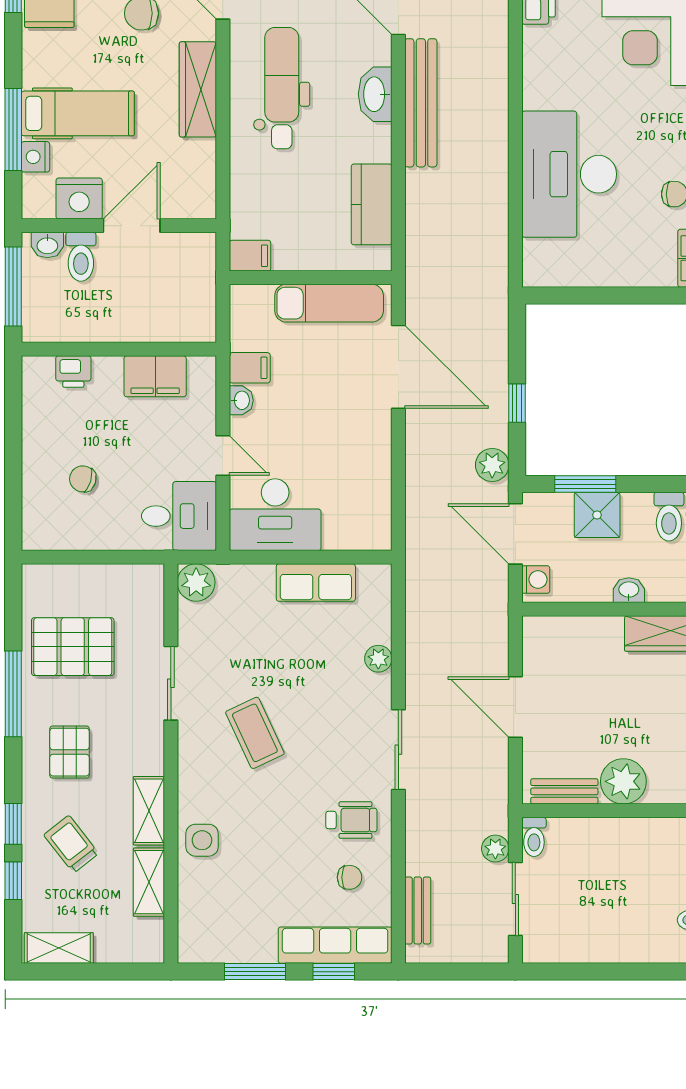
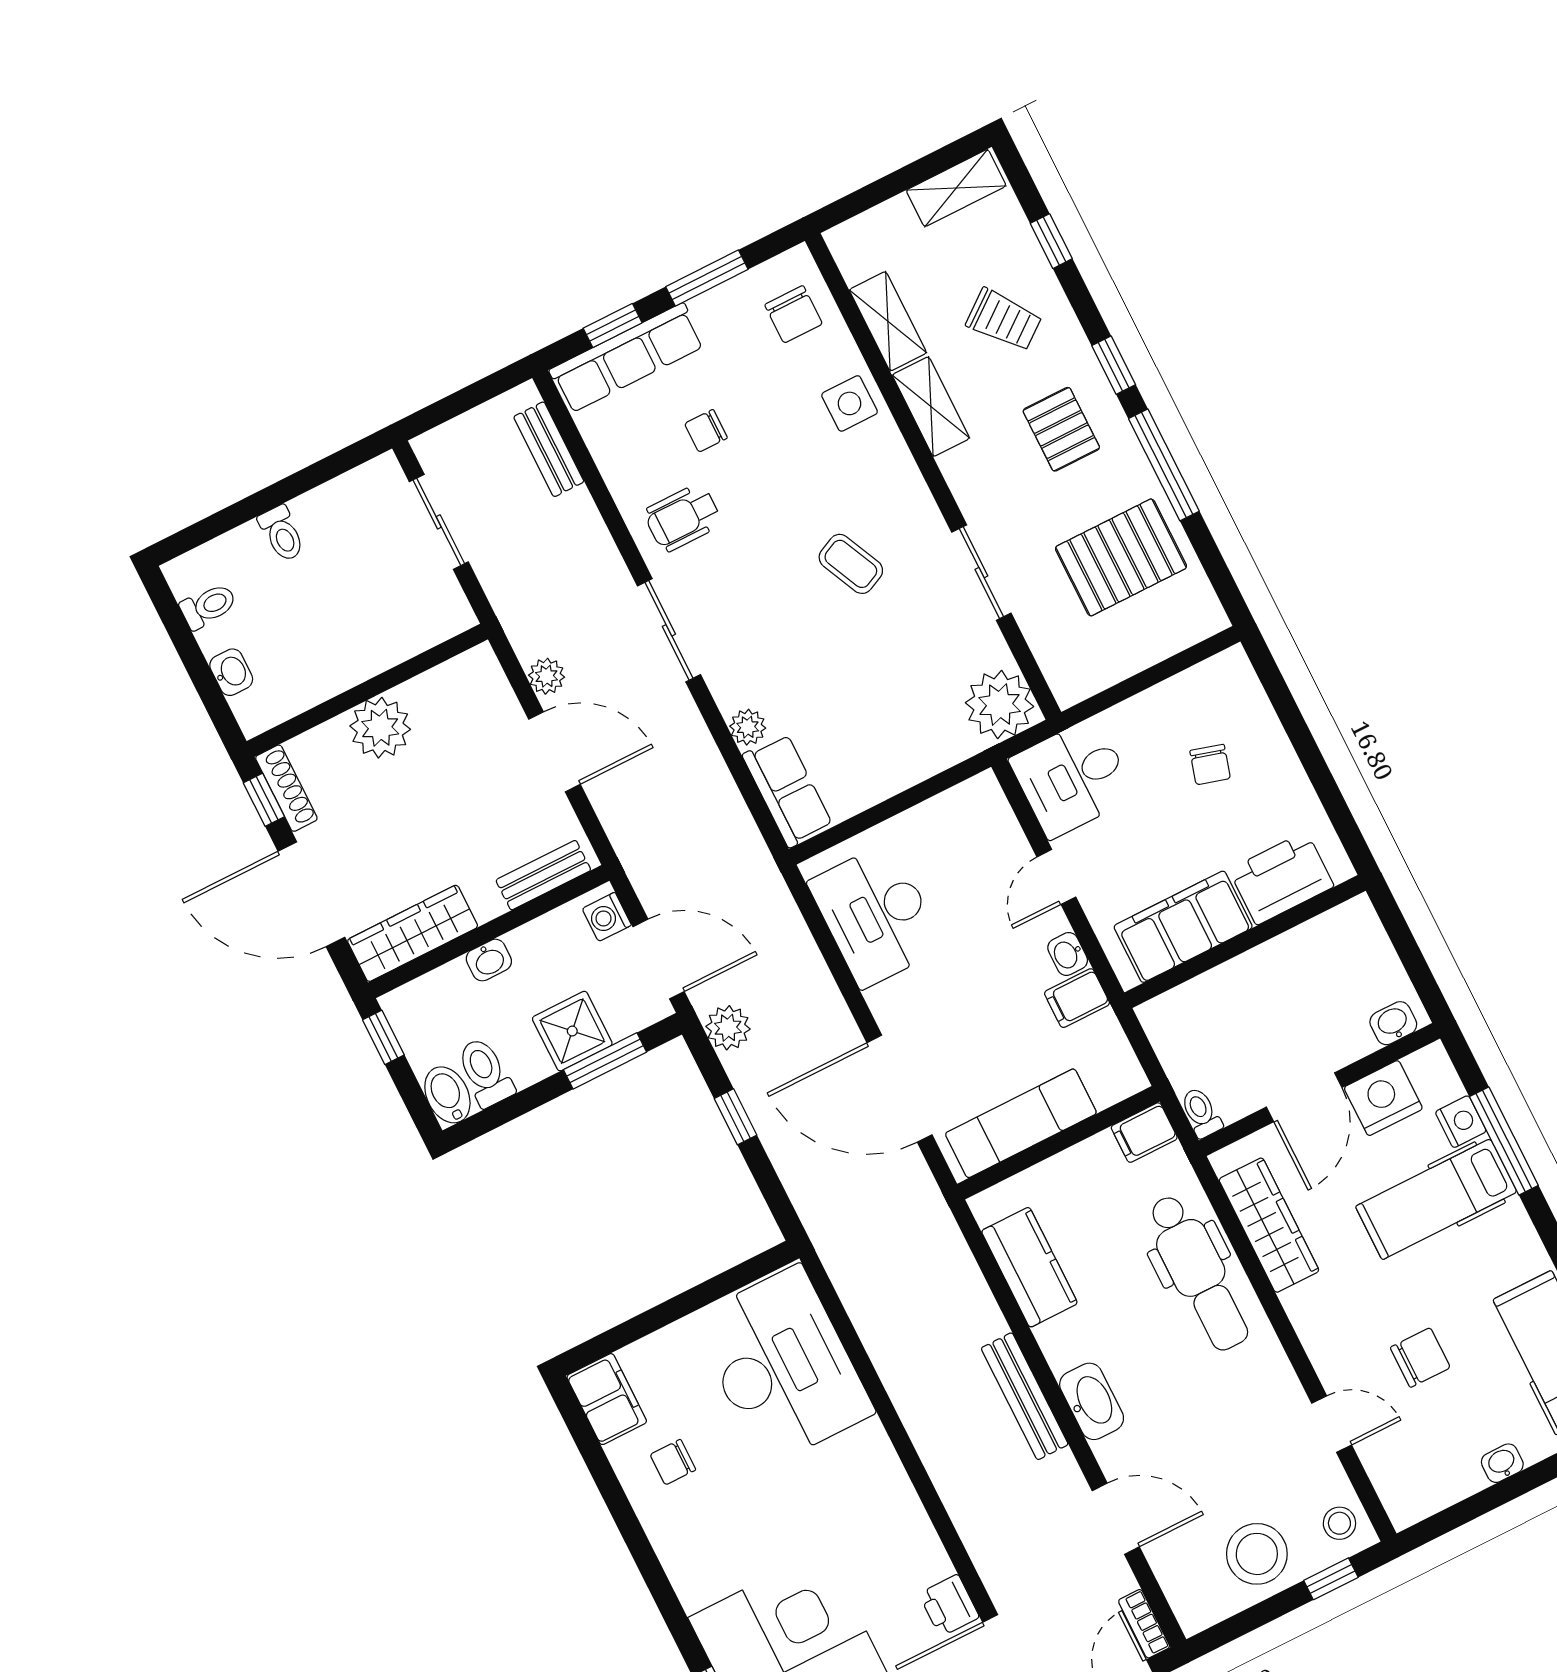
dental chair: (282, 88) -> (1198, 1273), moved
wardrobe: (198, 89) -> (1269, 1225), moved
bench: (421, 103) -> (1025, 1396), width x0.73, depth x0.82
desk: (569, 174) -> (782, 1366), moved
toilet: (81, 257) -> (1201, 1113), moved, width x0.73, depth x0.72
window: (13, 286) -> (1409, 953), removed
printer: (73, 372) -> (1281, 878), width x1.87, depth x1.48
filing cabinet: (155, 376) -> (1183, 927), width x1.50, depth x1.17
door: (223, 455) -> (1056, 877), hinge flipped
chair: (83, 479) -> (1210, 765), turned 89
desk: (275, 515) -> (876, 915), moved, turned -90
plant: (196, 582) -> (1000, 705), width x1.36, depth x1.36
row of seats: (316, 583) -> (788, 790), moved, turned 90
coffee table: (255, 733) -> (851, 564), width x0.73, depth x0.77
bench: (564, 791) -> (543, 875), moved
window: (13, 824) -> (1114, 365), moved
toilet: (534, 837) -> (282, 534), moved, turned 180
plant: (495, 849) -> (547, 676), moved
chair: (349, 877) -> (706, 431), moved
chair: (209, 918) -> (794, 314), added

